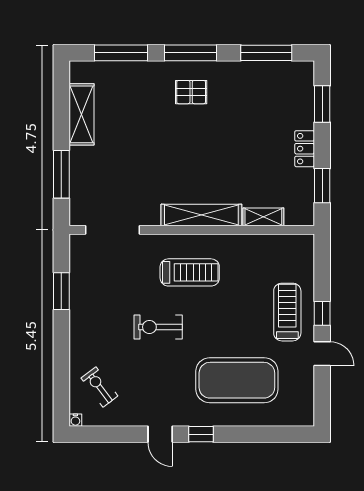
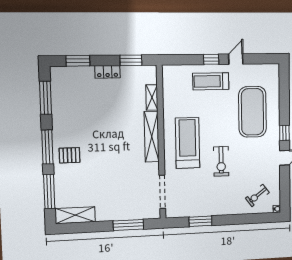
pallet: (191, 92) -> (70, 155), moved, turned 90
shelving: (82, 114) -> (75, 215), moved
treadmill: (190, 272) -> (188, 143), width x1.37, depth x1.38

